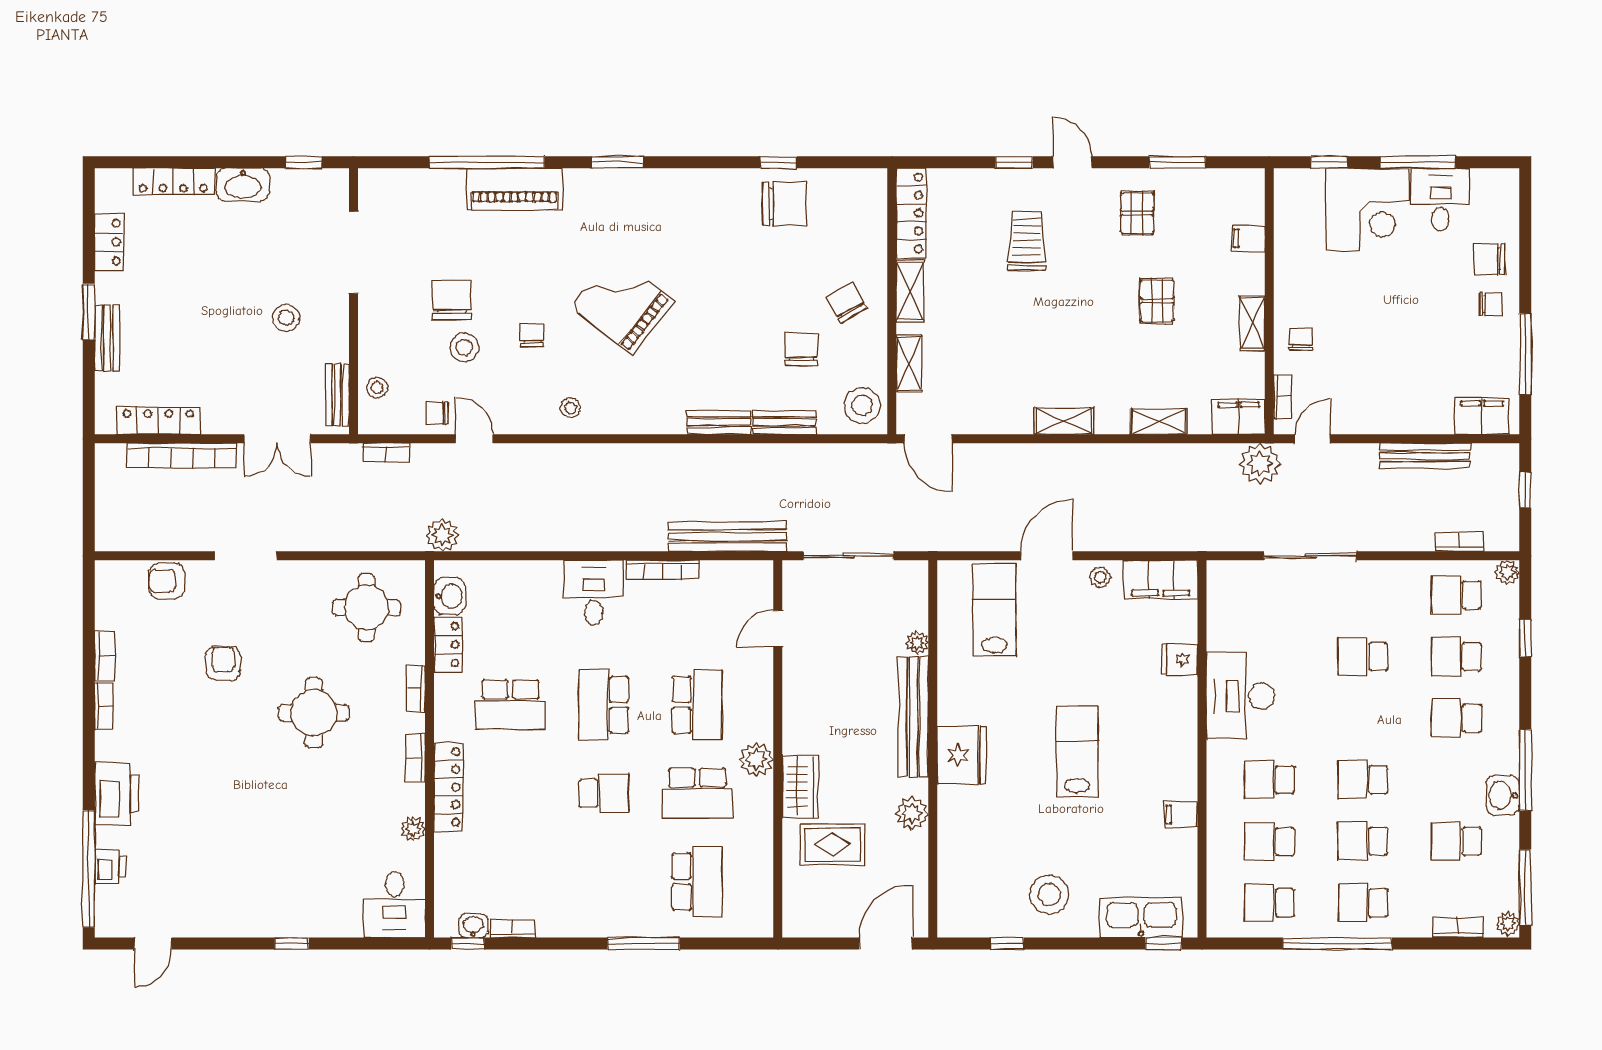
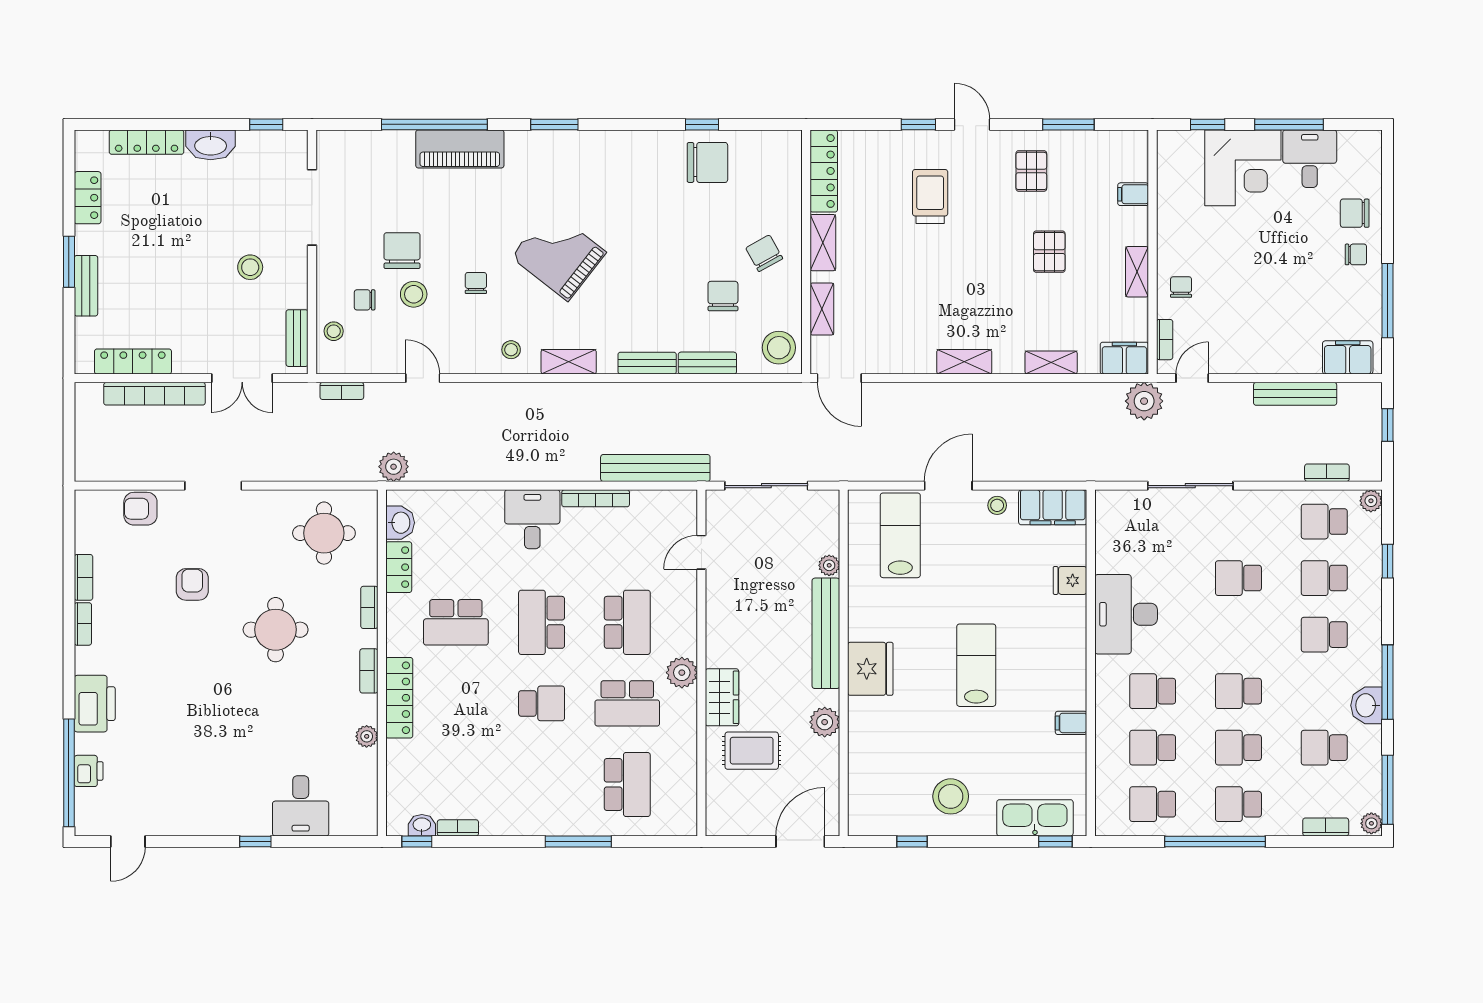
chair: (437, 413) -> (365, 300), moved
shelving: (633, 421) -> (569, 362), added
desk: (395, 905) -> (301, 806), moved

